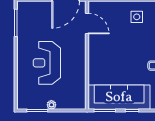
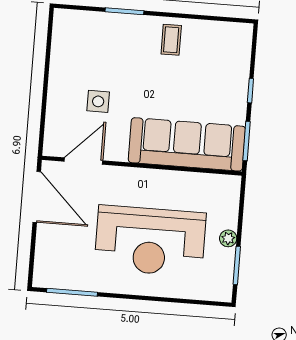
side table: (137, 17) -> (98, 101), moved
reception desk: (47, 63) -> (150, 241), width x1.36, depth x1.30
sofa: (119, 97) -> (187, 144), moved, turned 90

